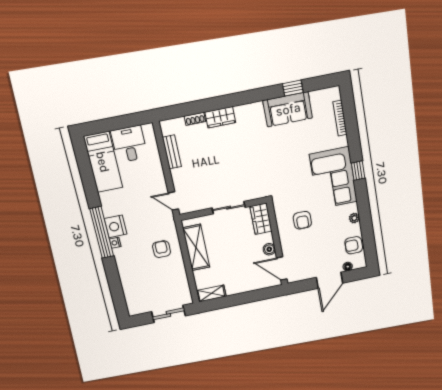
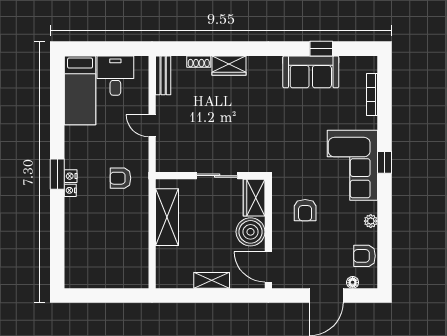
bench: (172, 152) -> (163, 75), moved
door: (173, 201) -> (152, 126), moved
nightstand: (116, 226) -> (71, 176), width x0.53, depth x0.56
window: (102, 232) -> (57, 174), width x0.47
armchair: (162, 249) -> (120, 178), moved, turned -90
boiler: (269, 249) -> (251, 232), width x1.86, depth x1.86
shelving: (211, 293) -> (212, 280), moved
sliding door: (168, 314) -> (114, 295), removed

